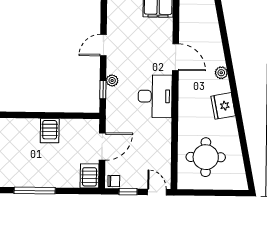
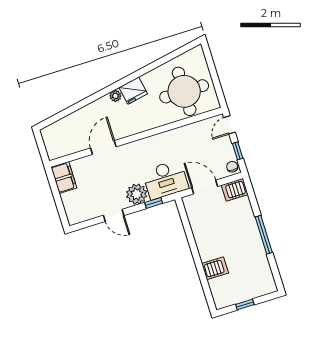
plant: (221, 73) -> (115, 96), moved
plant: (112, 81) -> (137, 194), width x1.88, depth x1.88
desk: (155, 96) -> (165, 180), moved, turned 180
server rack: (50, 131) -> (215, 268), moved
round table: (206, 157) -> (184, 91), width x1.36, depth x1.36

